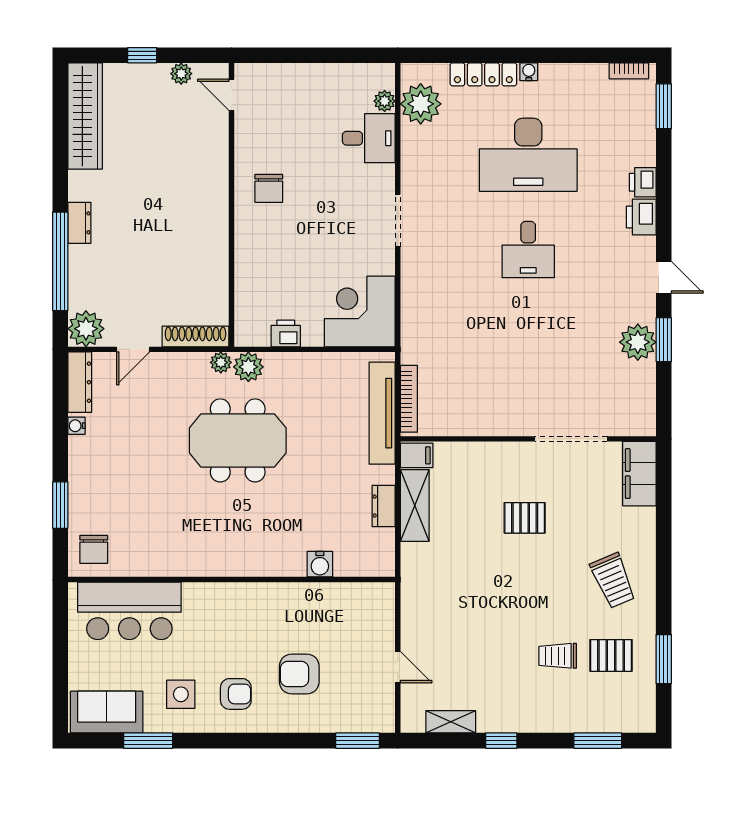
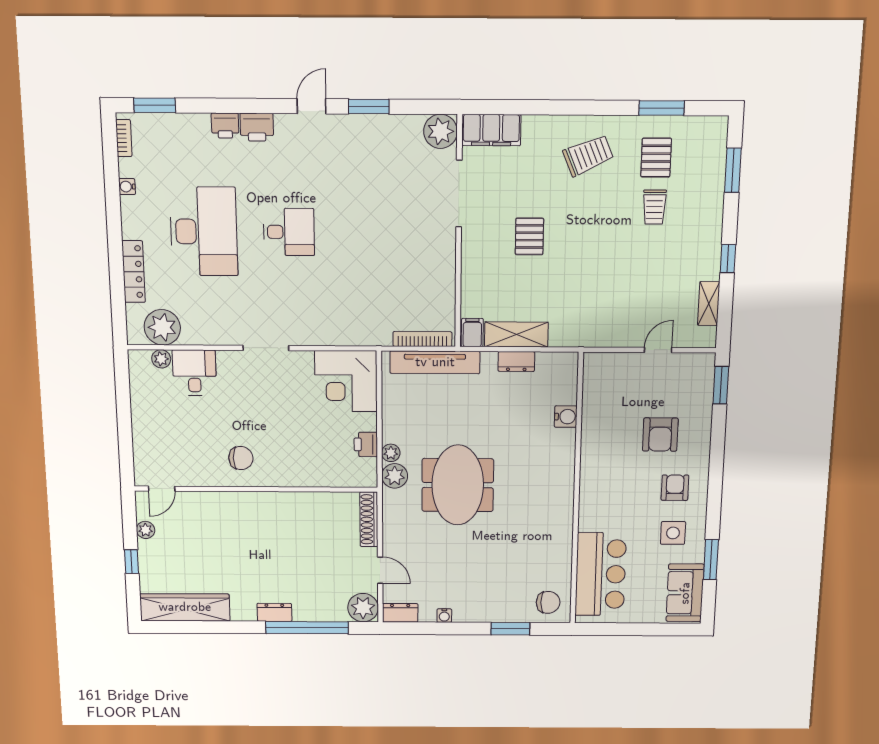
water cooler: (529, 72) -> (127, 187), moved
plant: (638, 342) -> (440, 131), moved
plant: (221, 362) -> (391, 453), moved
dresser: (80, 382) -> (400, 613), width x0.70

